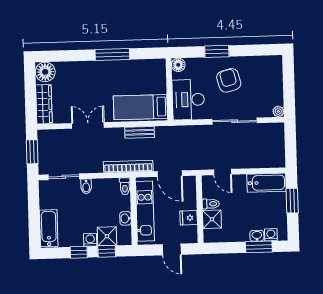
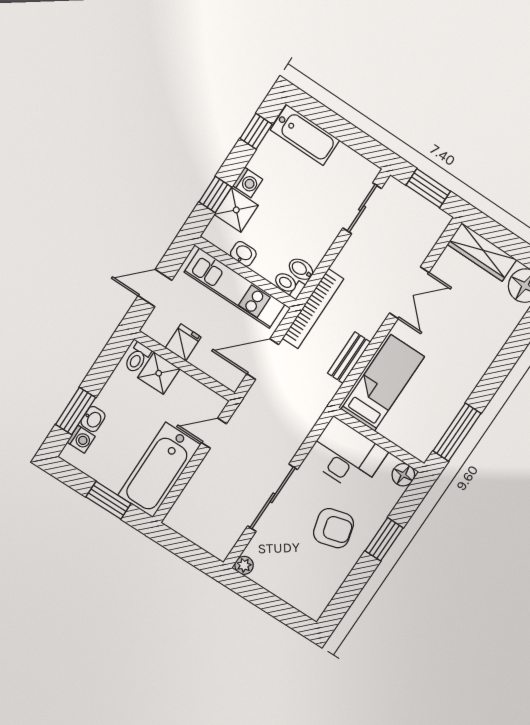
window: (112, 54) -> (457, 432), moved
bathtub: (267, 183) -> (159, 470), width x1.36, depth x1.36
bidet: (86, 186) -> (301, 269), moved
toilet: (211, 204) -> (137, 358), moved
window: (79, 252) -> (256, 131), moved

